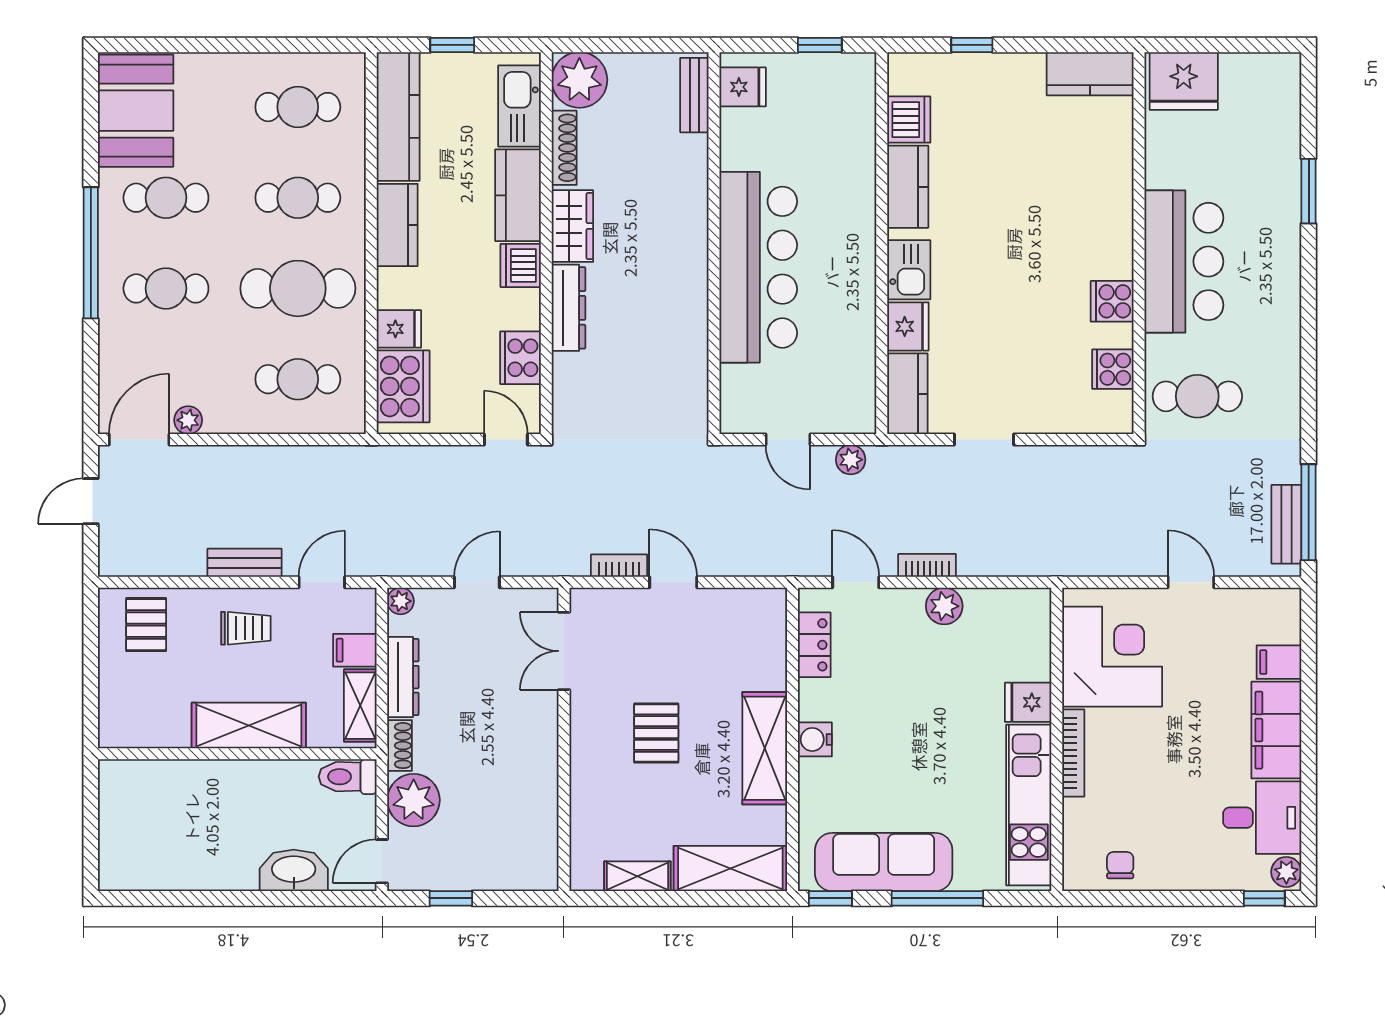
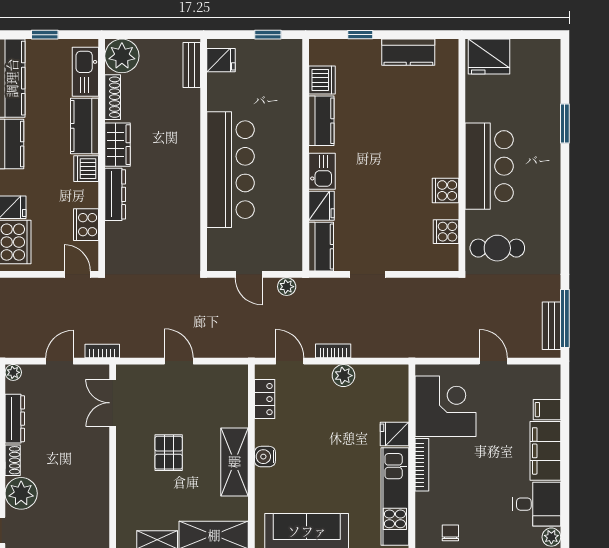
kitchen counter: (1090, 74) -> (408, 52), moved
bookcase: (619, 566) -> (102, 351), moved

